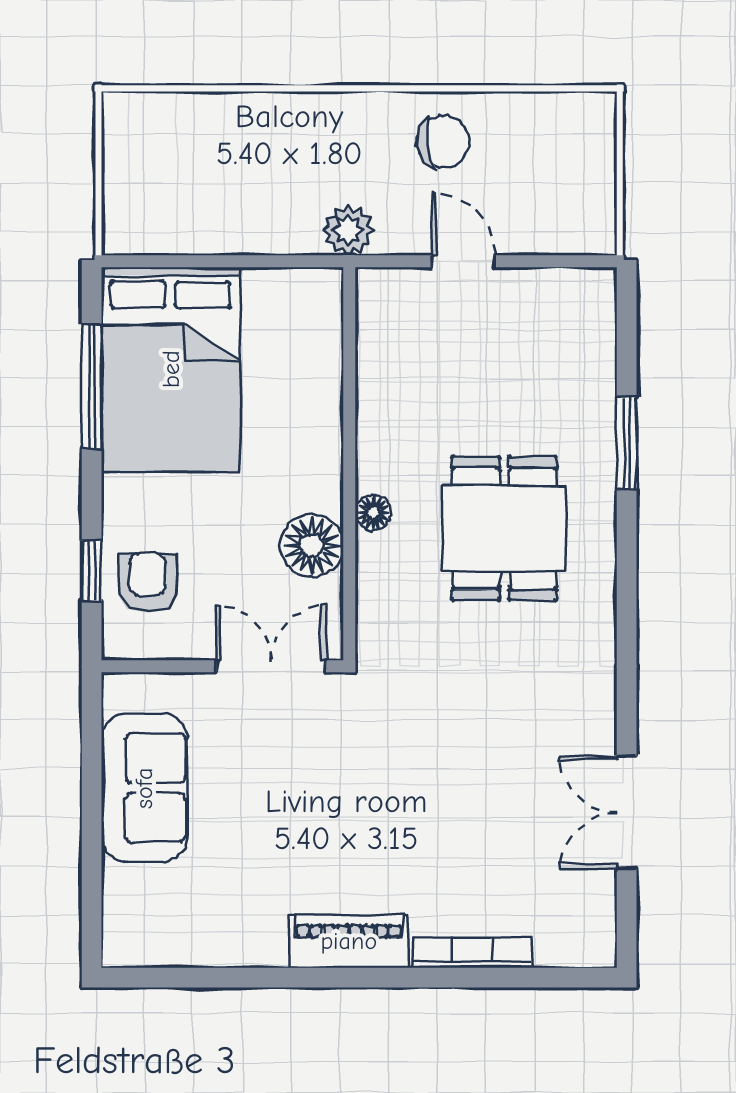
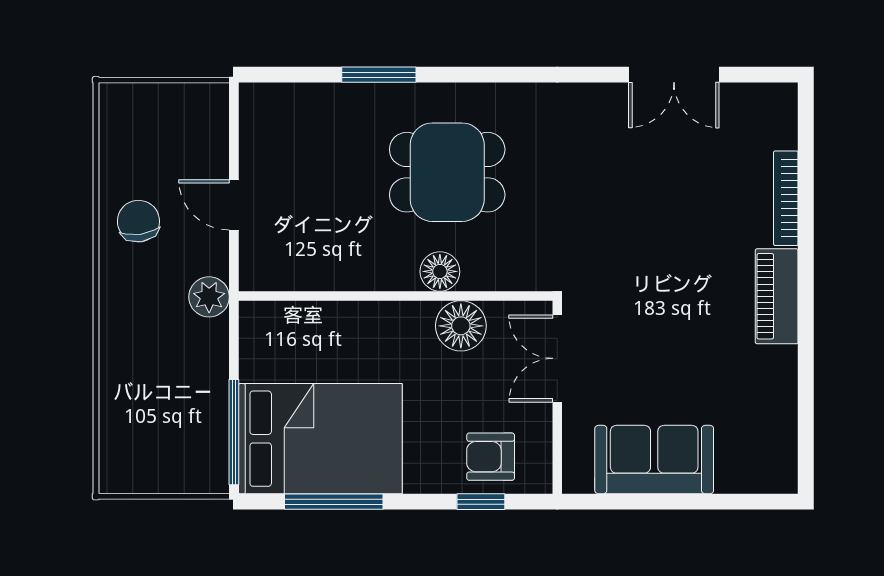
window: (179, 261) -> (234, 432), added
door: (463, 261) -> (234, 205), hinge flipped
floor lamp: (373, 513) -> (440, 271), width x1.37, depth x1.37

